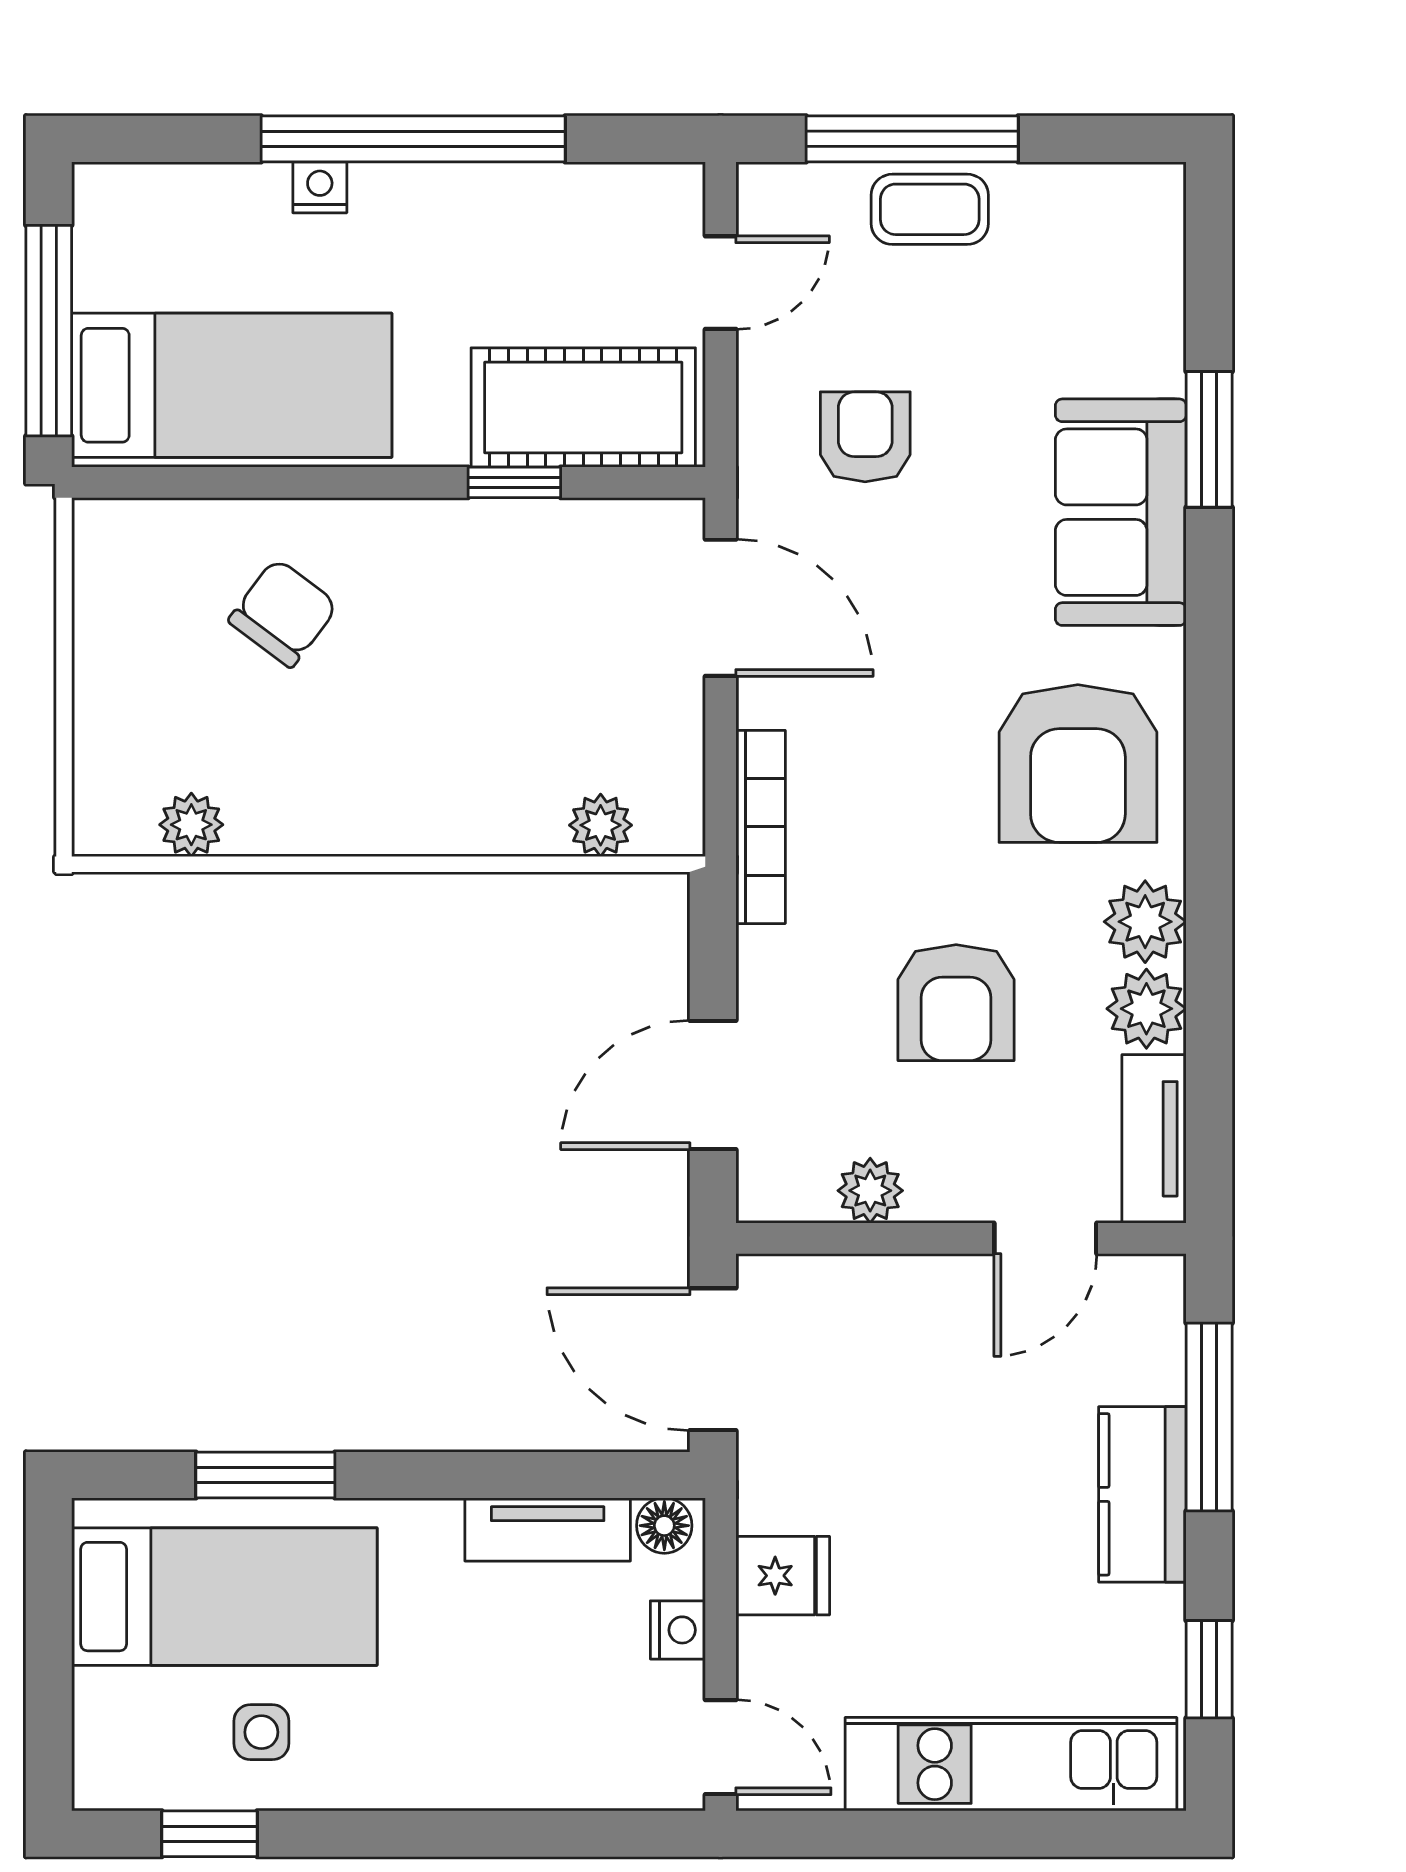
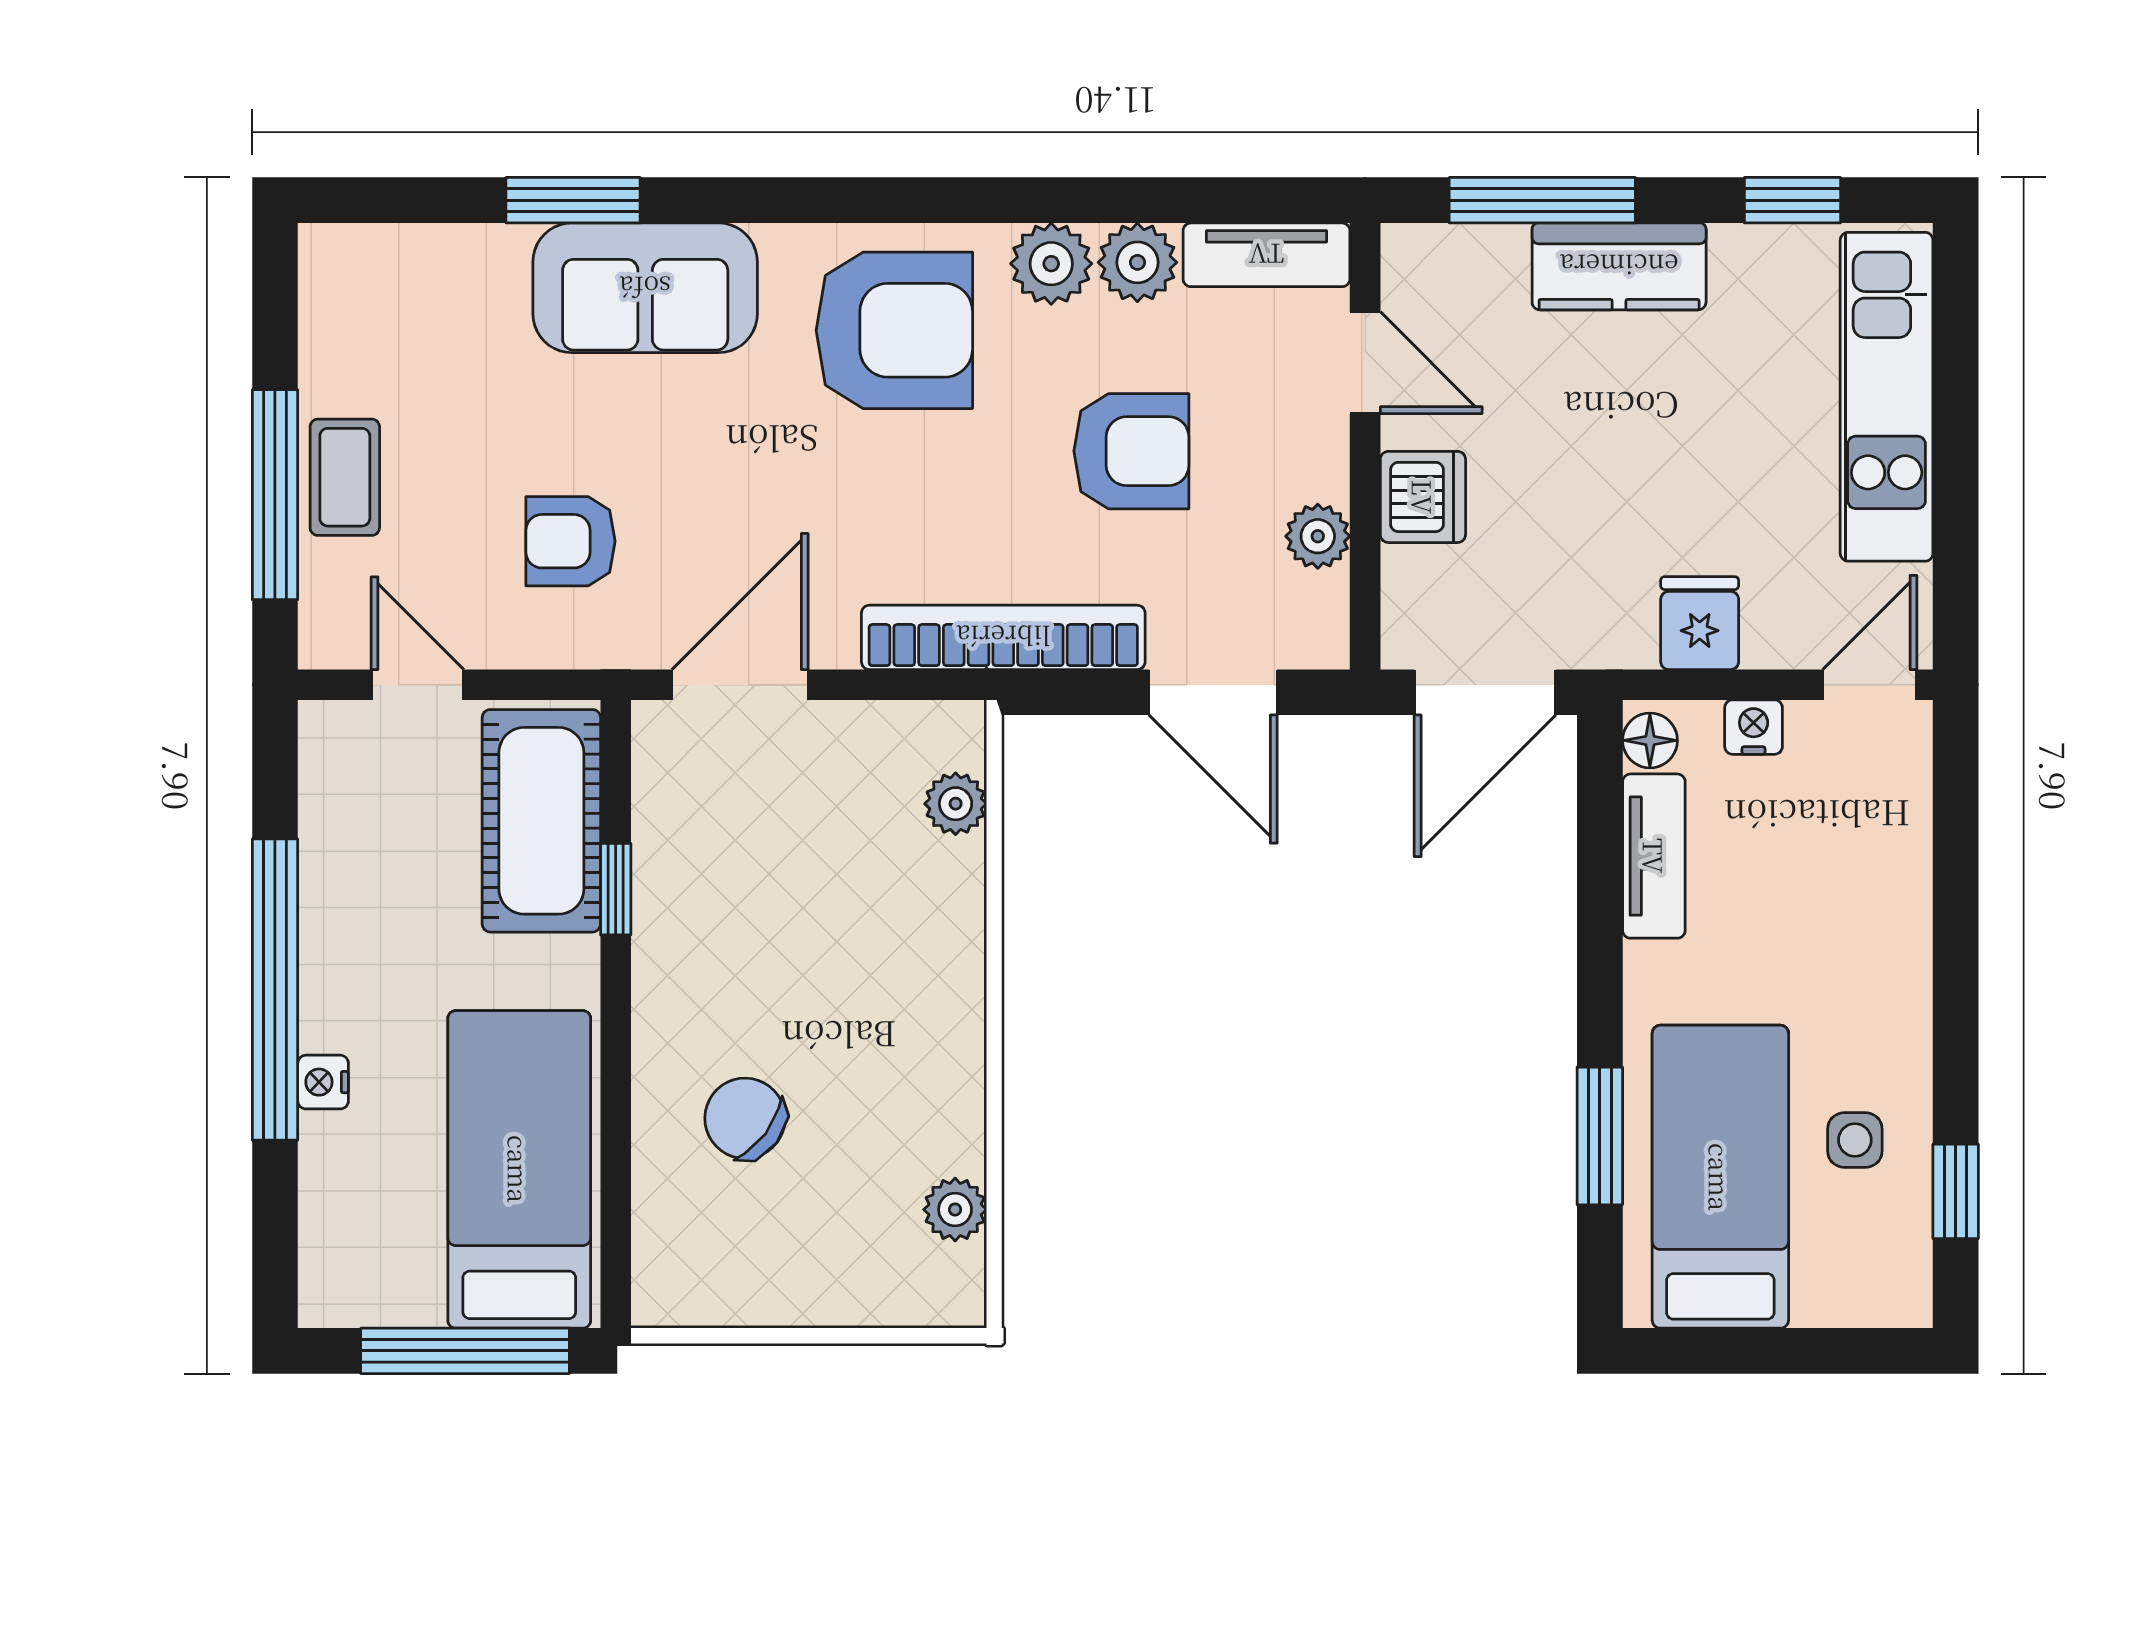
bookcase: (761, 827) -> (1003, 637), width x1.48, depth x1.31
dishwasher: (910, 1297) -> (1423, 497), added

